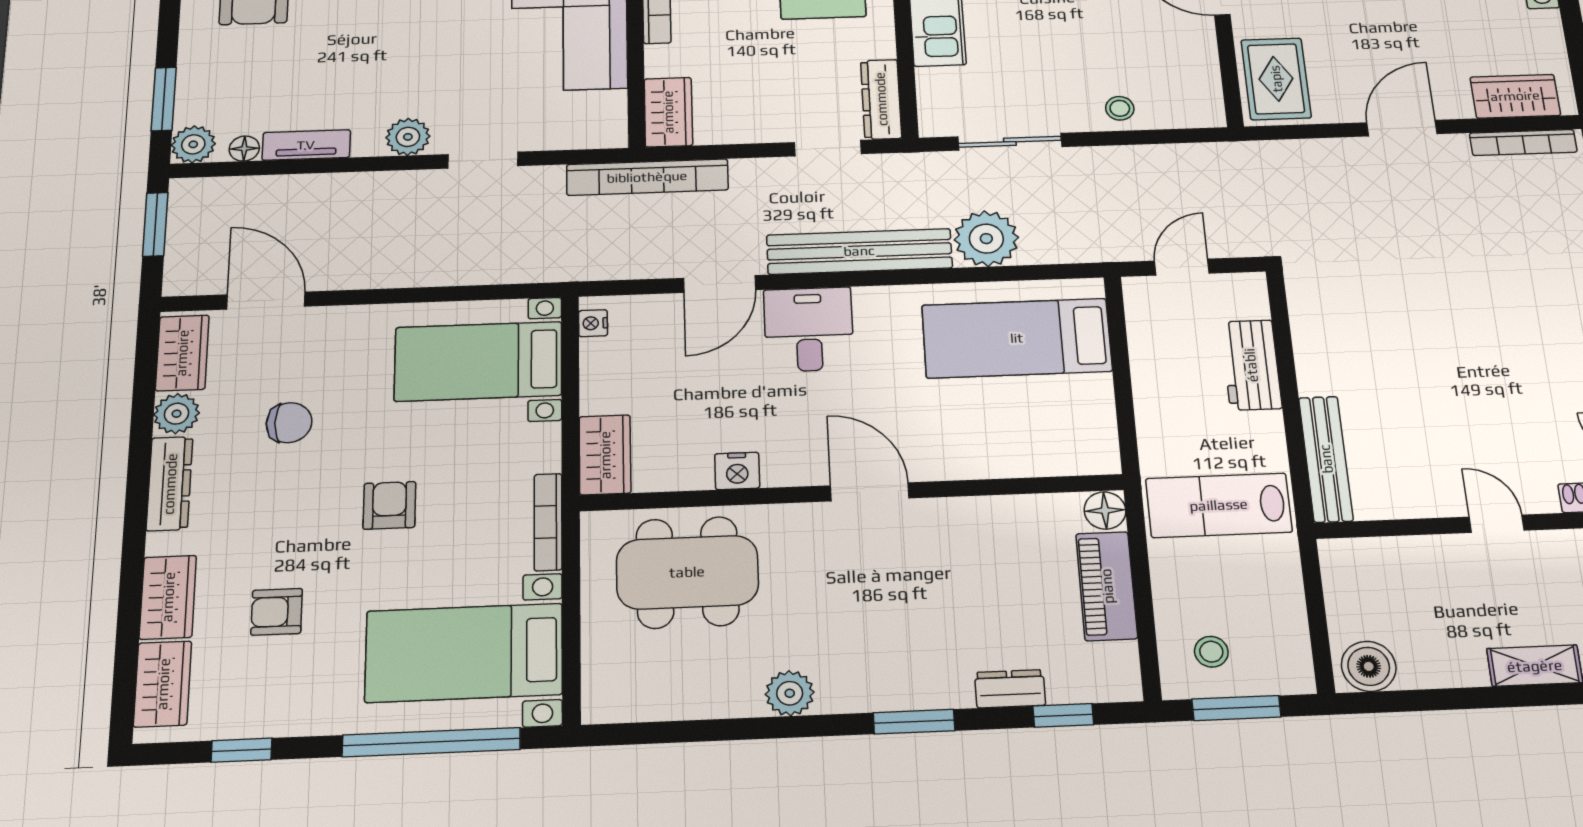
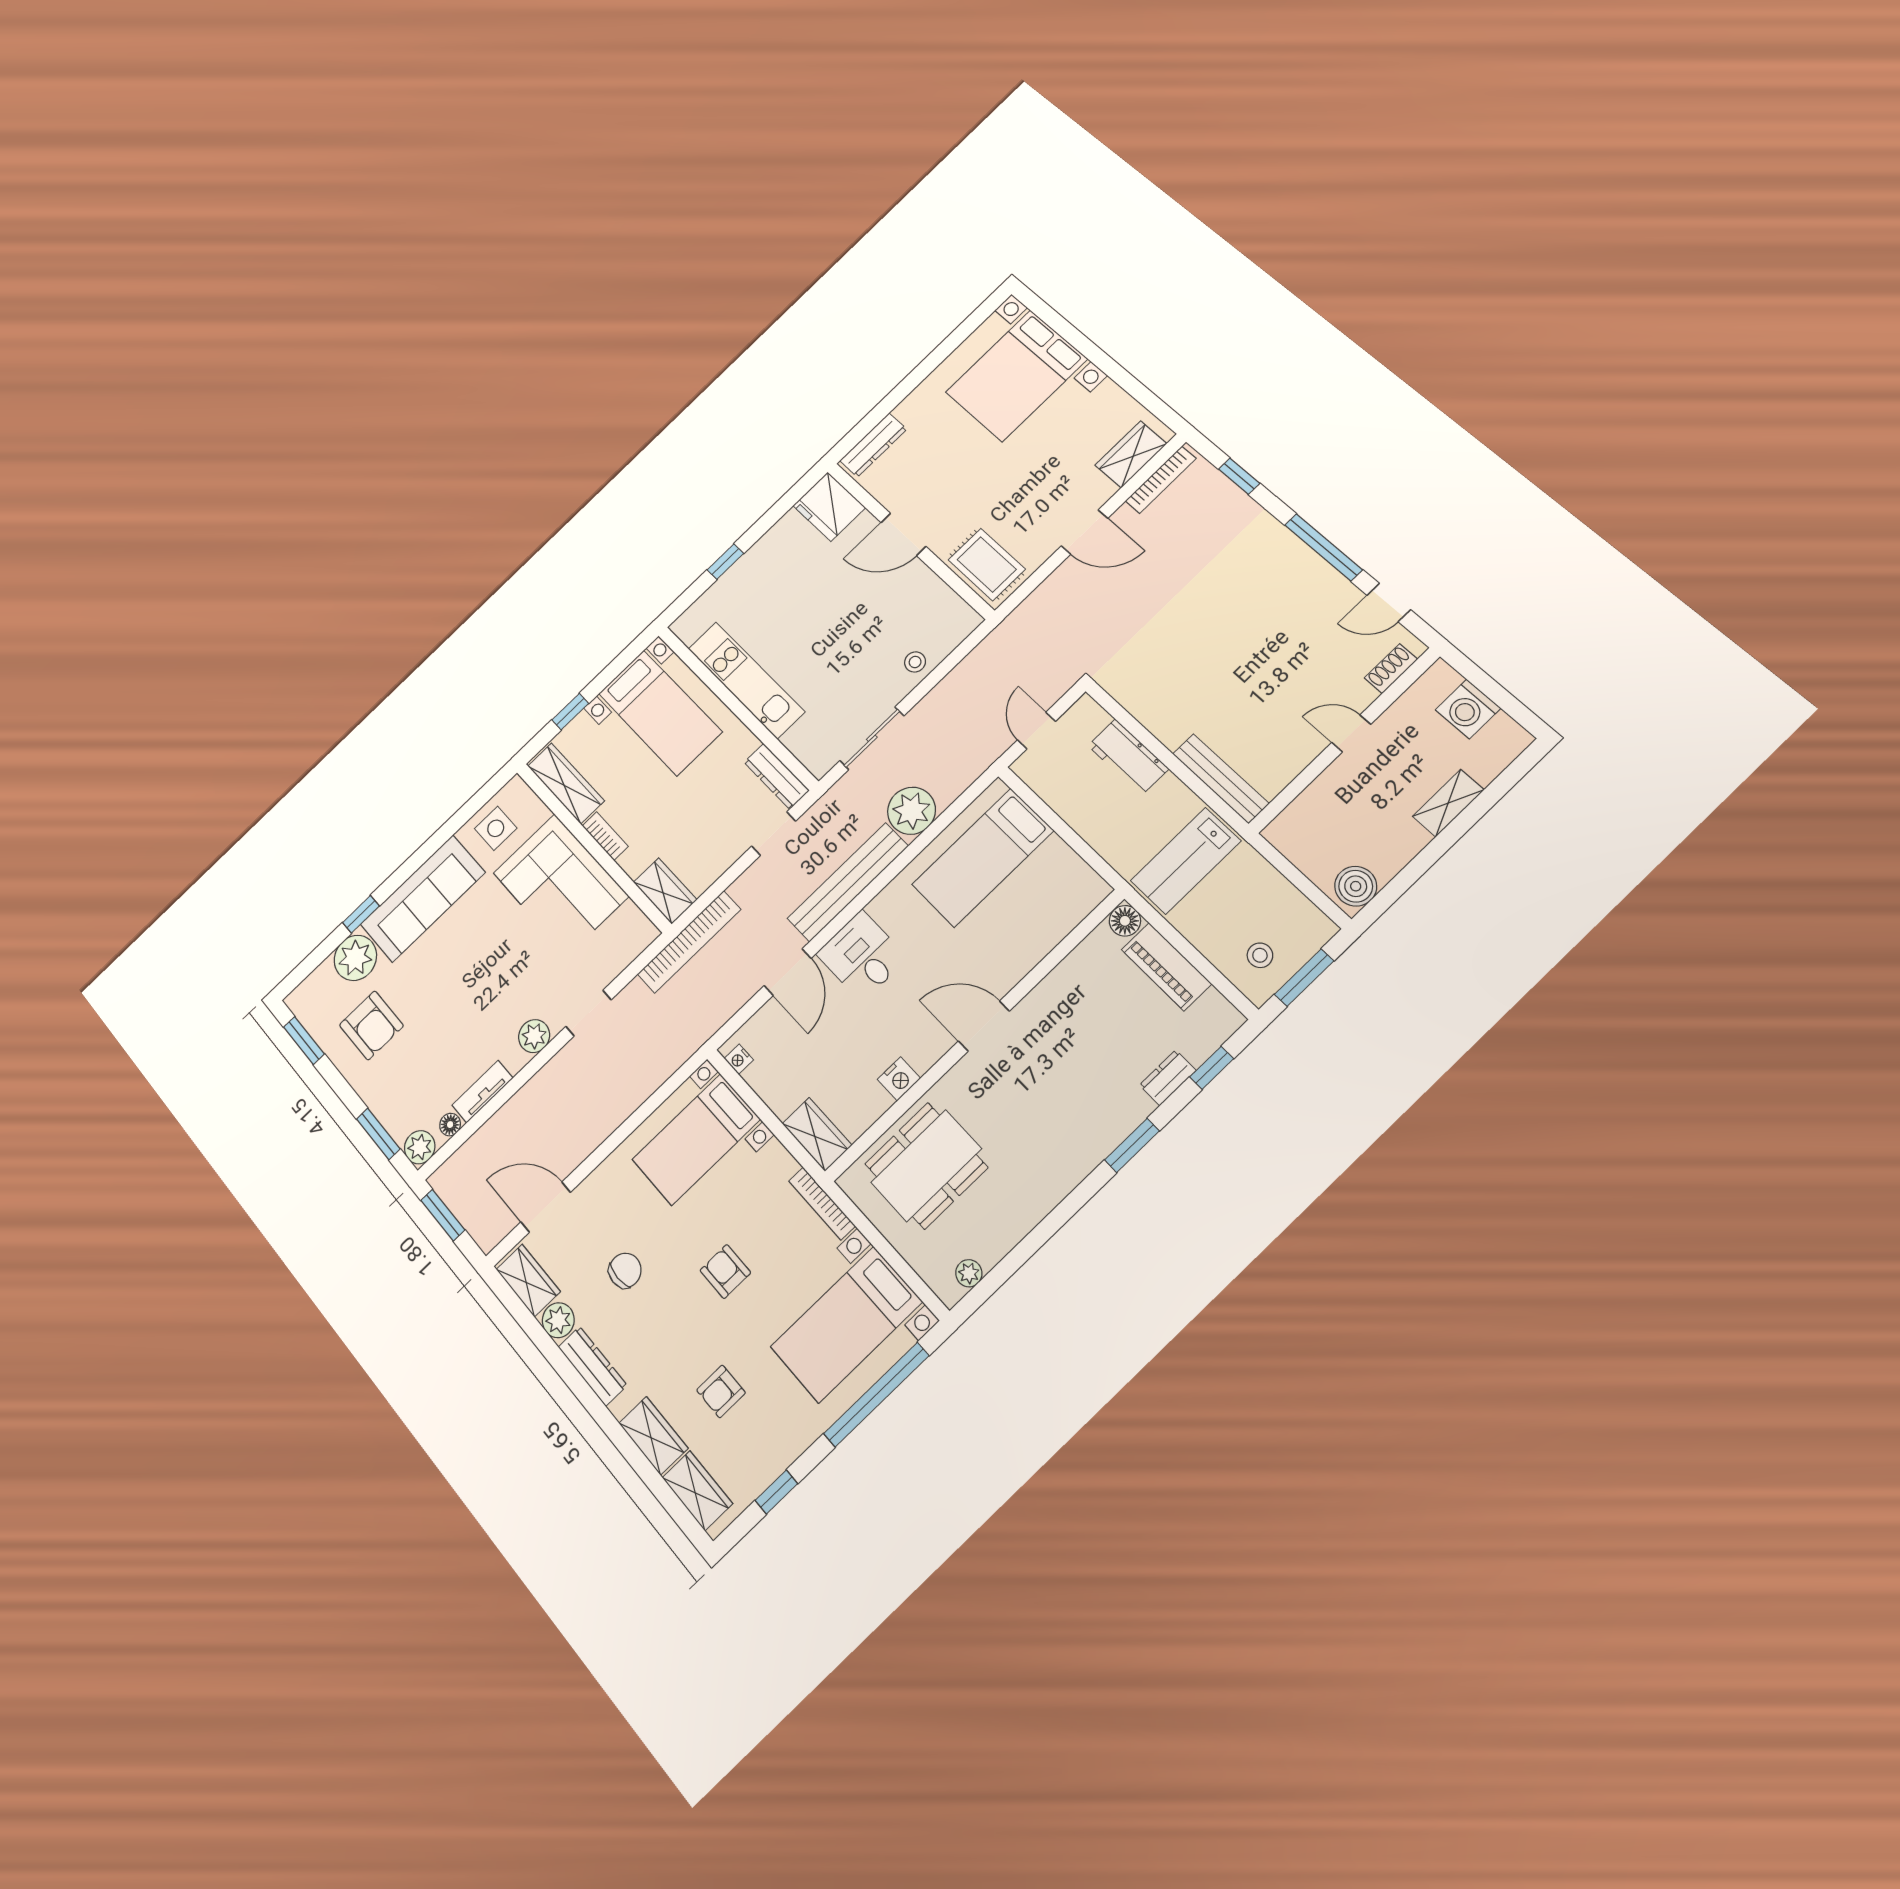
door: (1402, 128) -> (1084, 532), swing flipped
plant: (790, 693) -> (969, 1273), moved, width x0.73, depth x0.73

